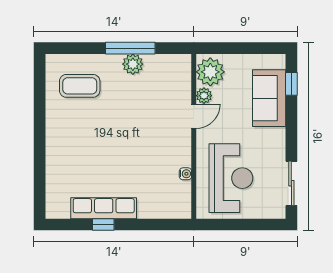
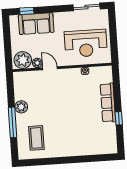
window: (130, 48) -> (13, 122), moved
reception desk: (231, 178) -> (86, 43), turned 180
row of seats: (104, 208) -> (108, 103), moved

